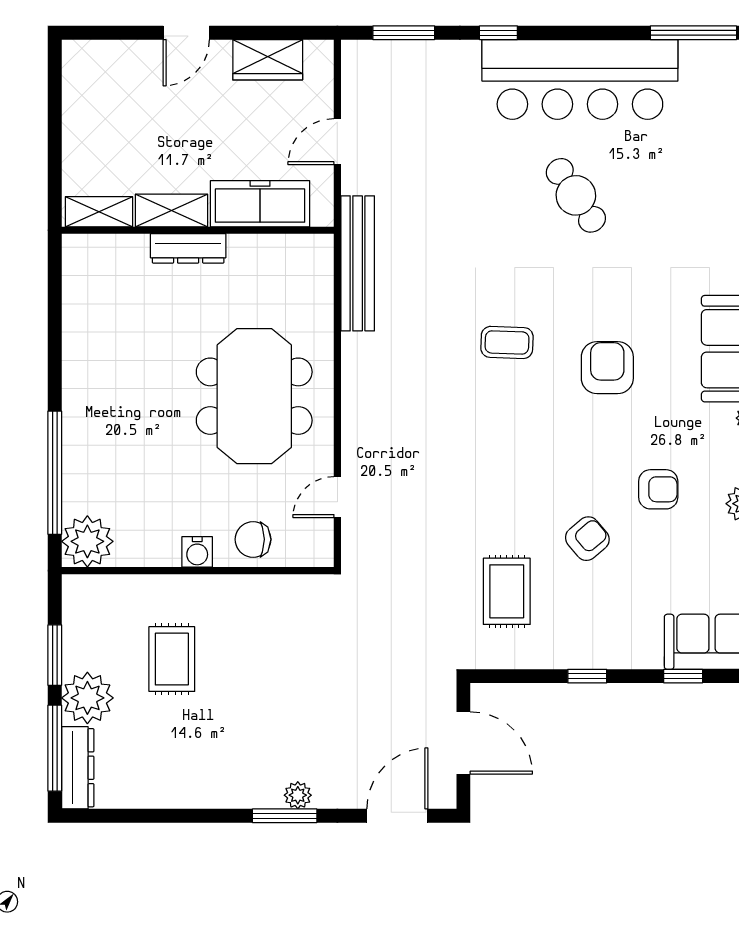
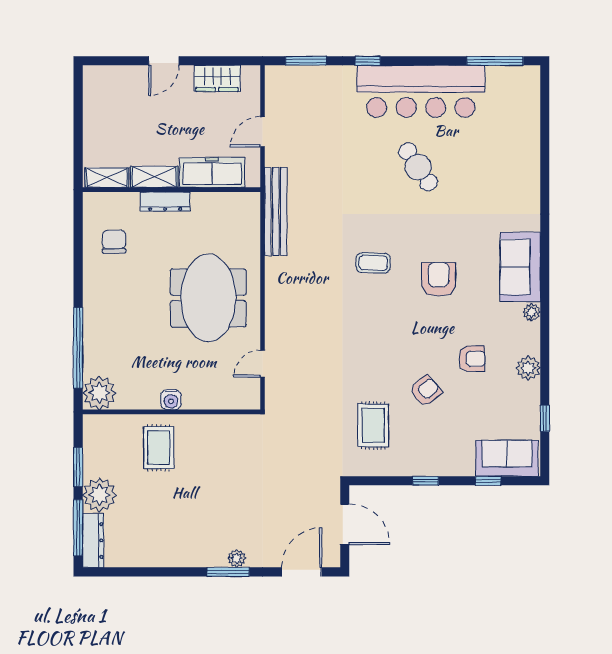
chair: (253, 539) -> (114, 242), moved, turned 90
rug: (172, 659) -> (159, 448), moved

